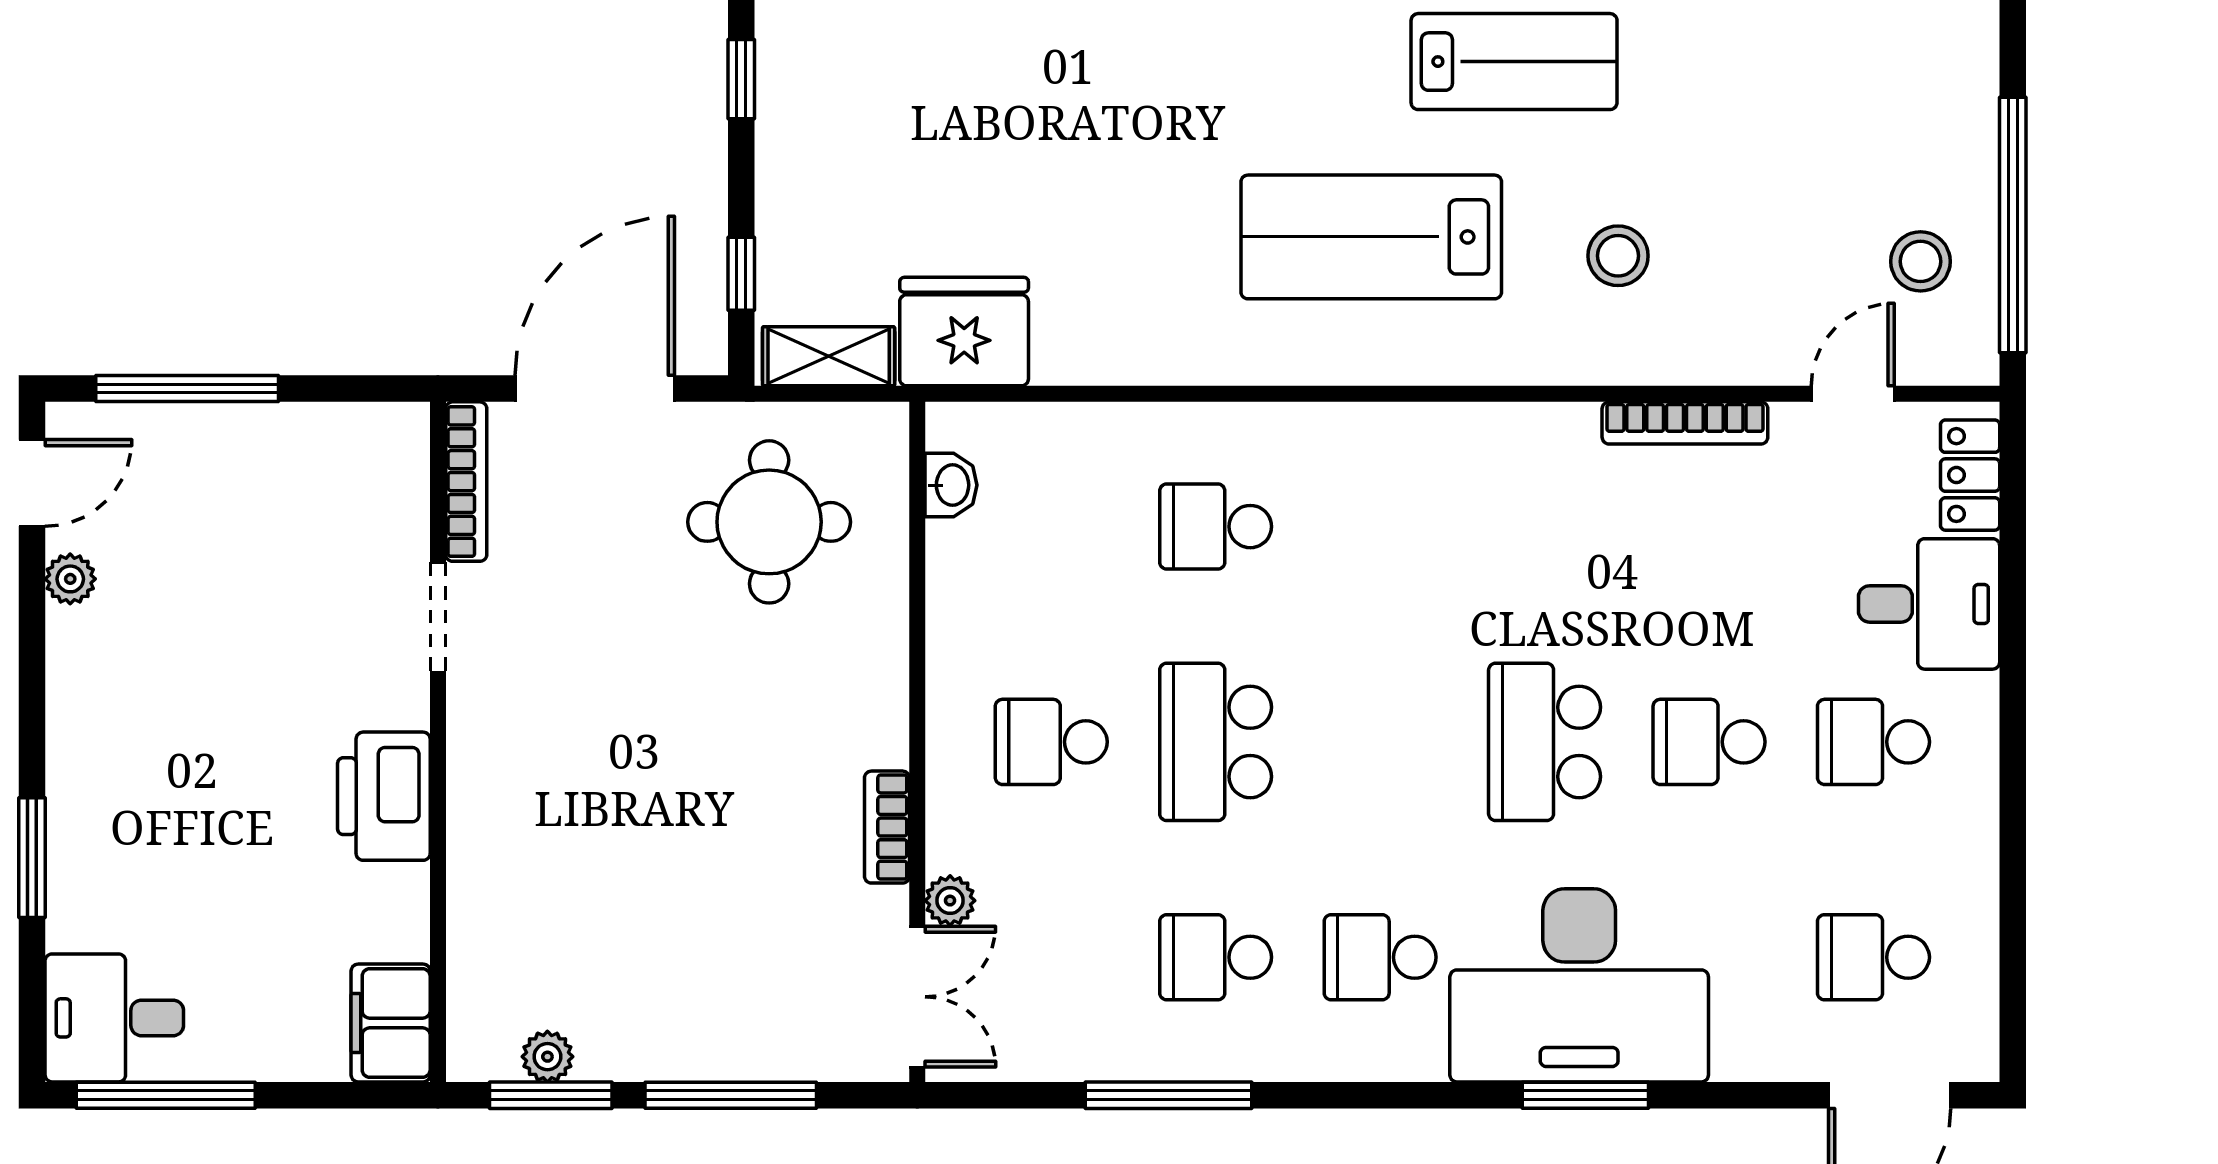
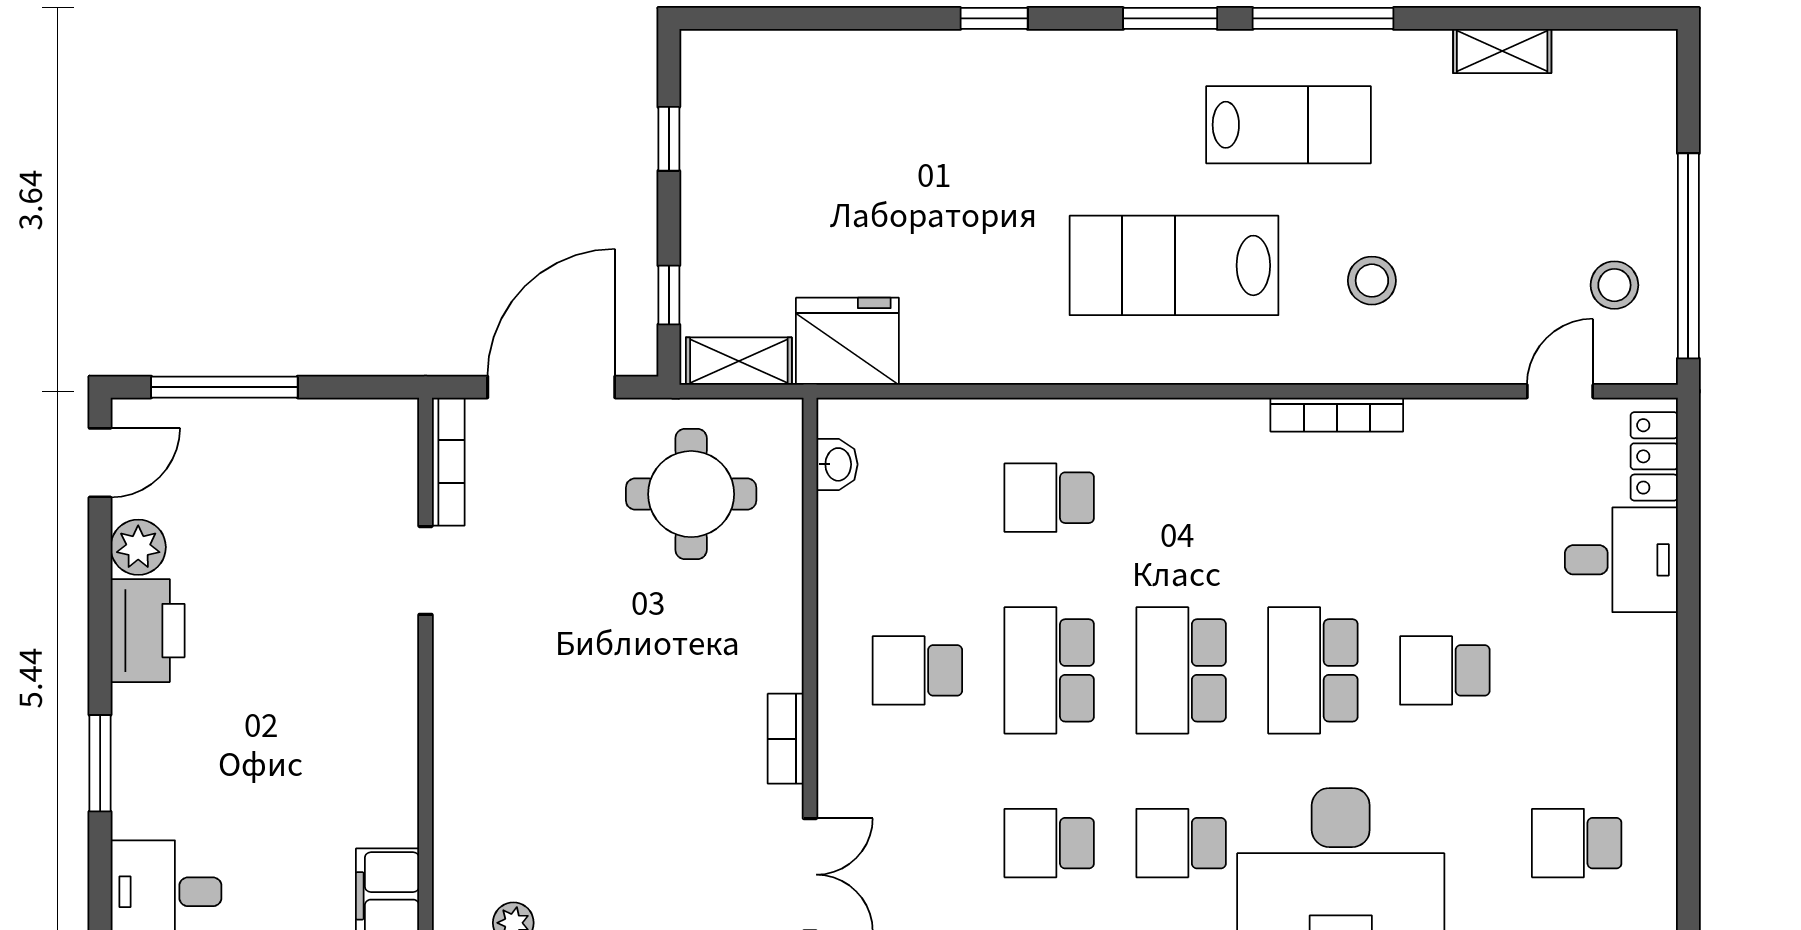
bookcase: (1685, 423) -> (1337, 415), moved
plant: (70, 579) -> (138, 547), width x1.38, depth x1.38
school desk: (1873, 742) -> (1181, 670), moved, width x1.85
printer: (384, 796) -> (148, 631), moved, turned 180
plant: (950, 901) -> (836, 798), removed

